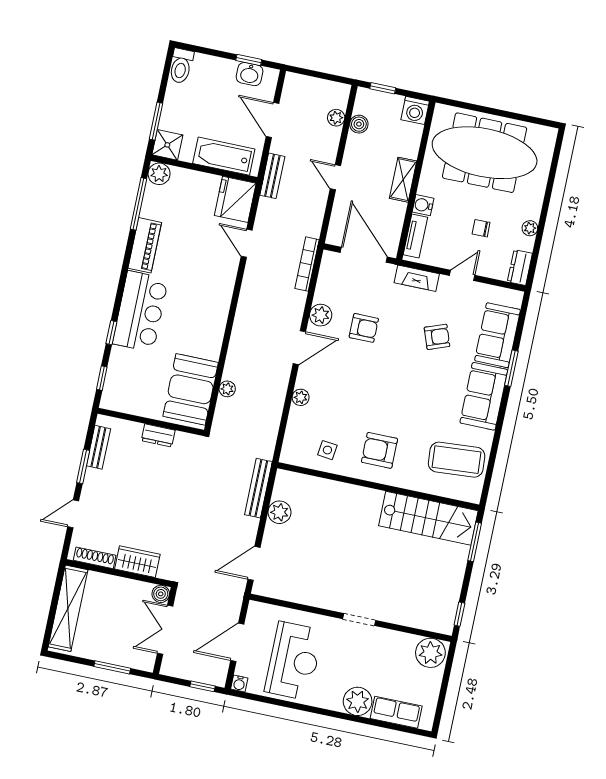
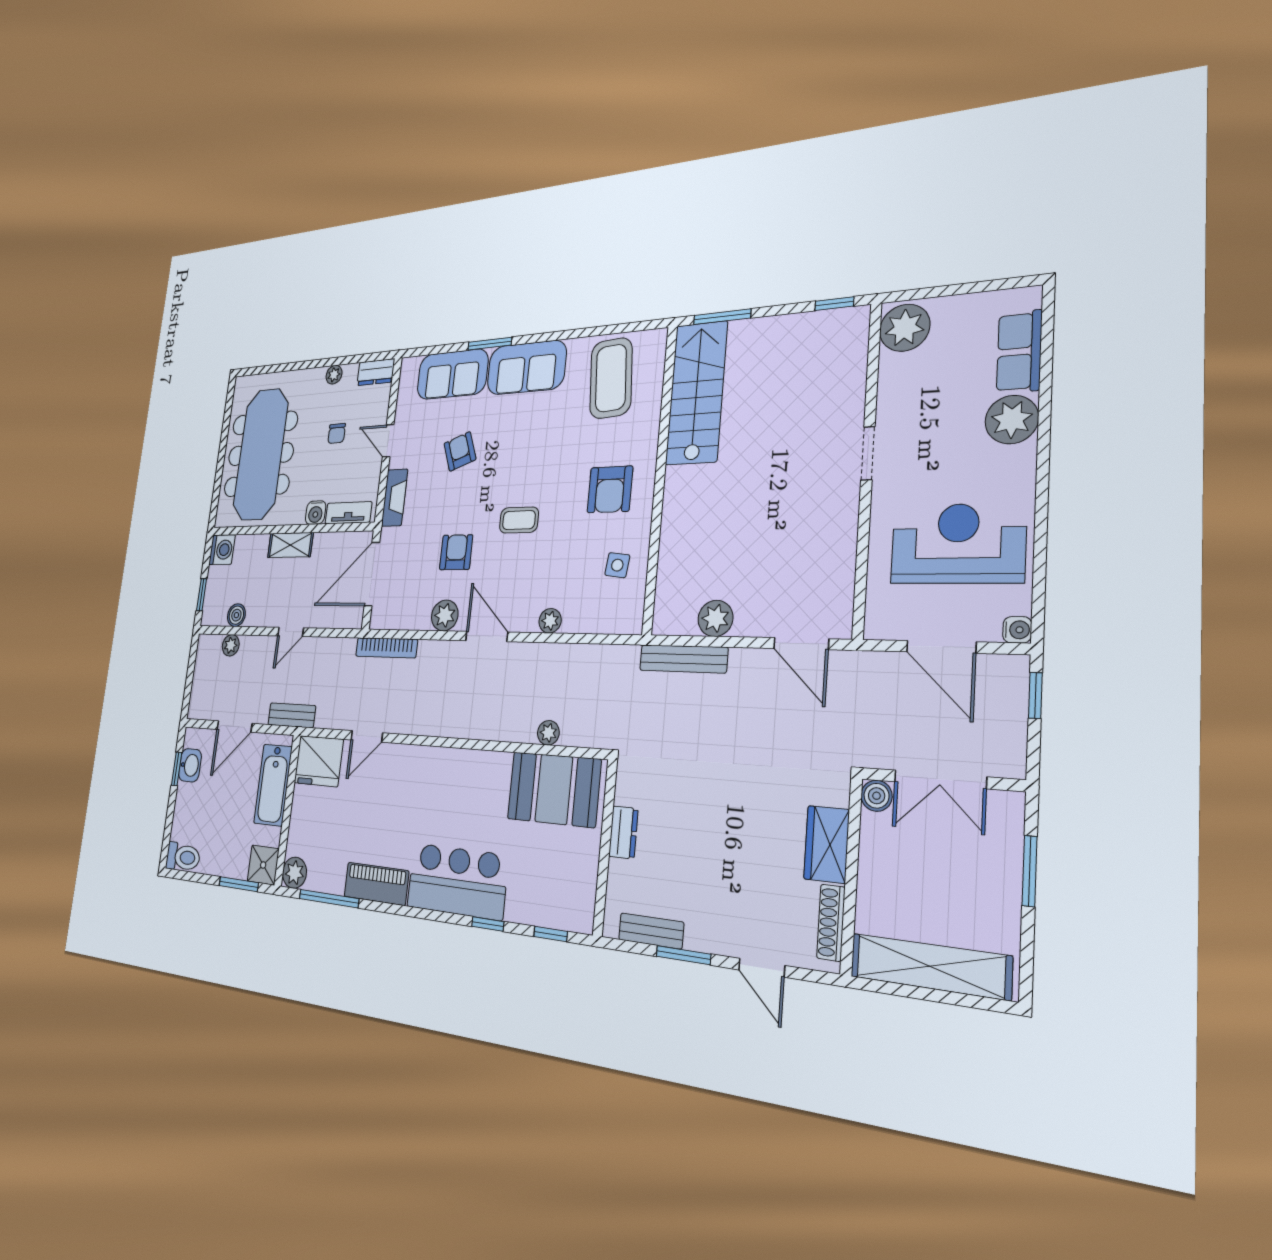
coffee table: (375, 380) -> (519, 520), added

